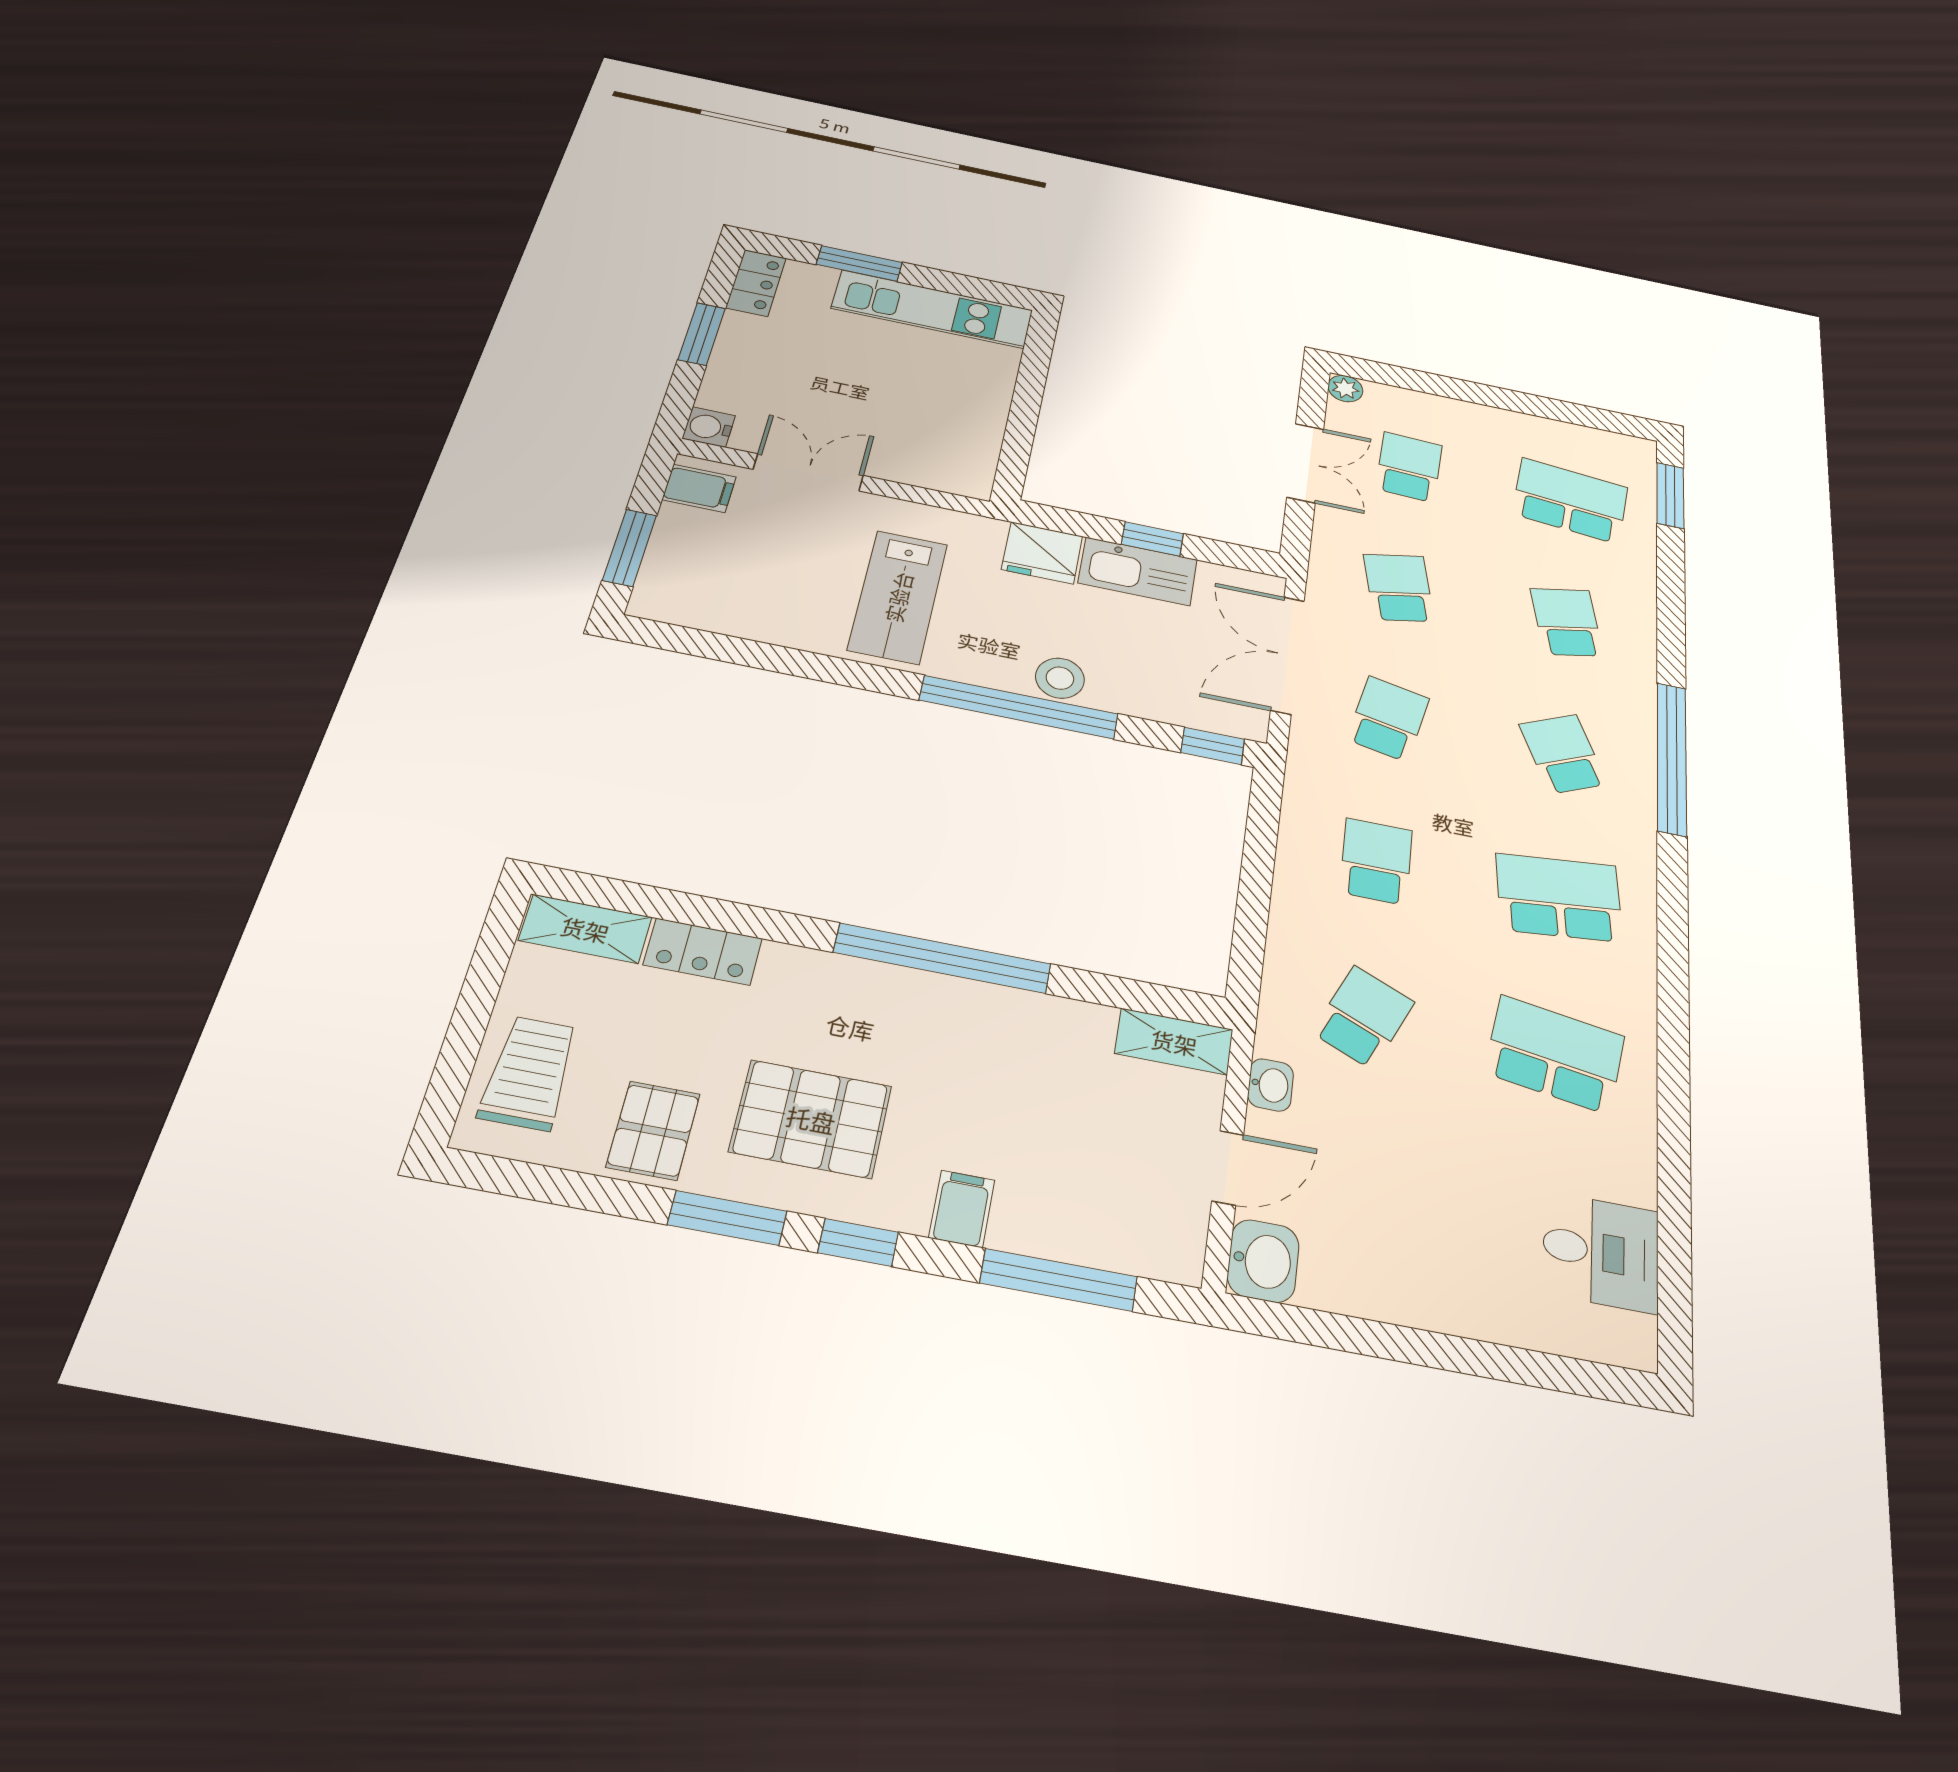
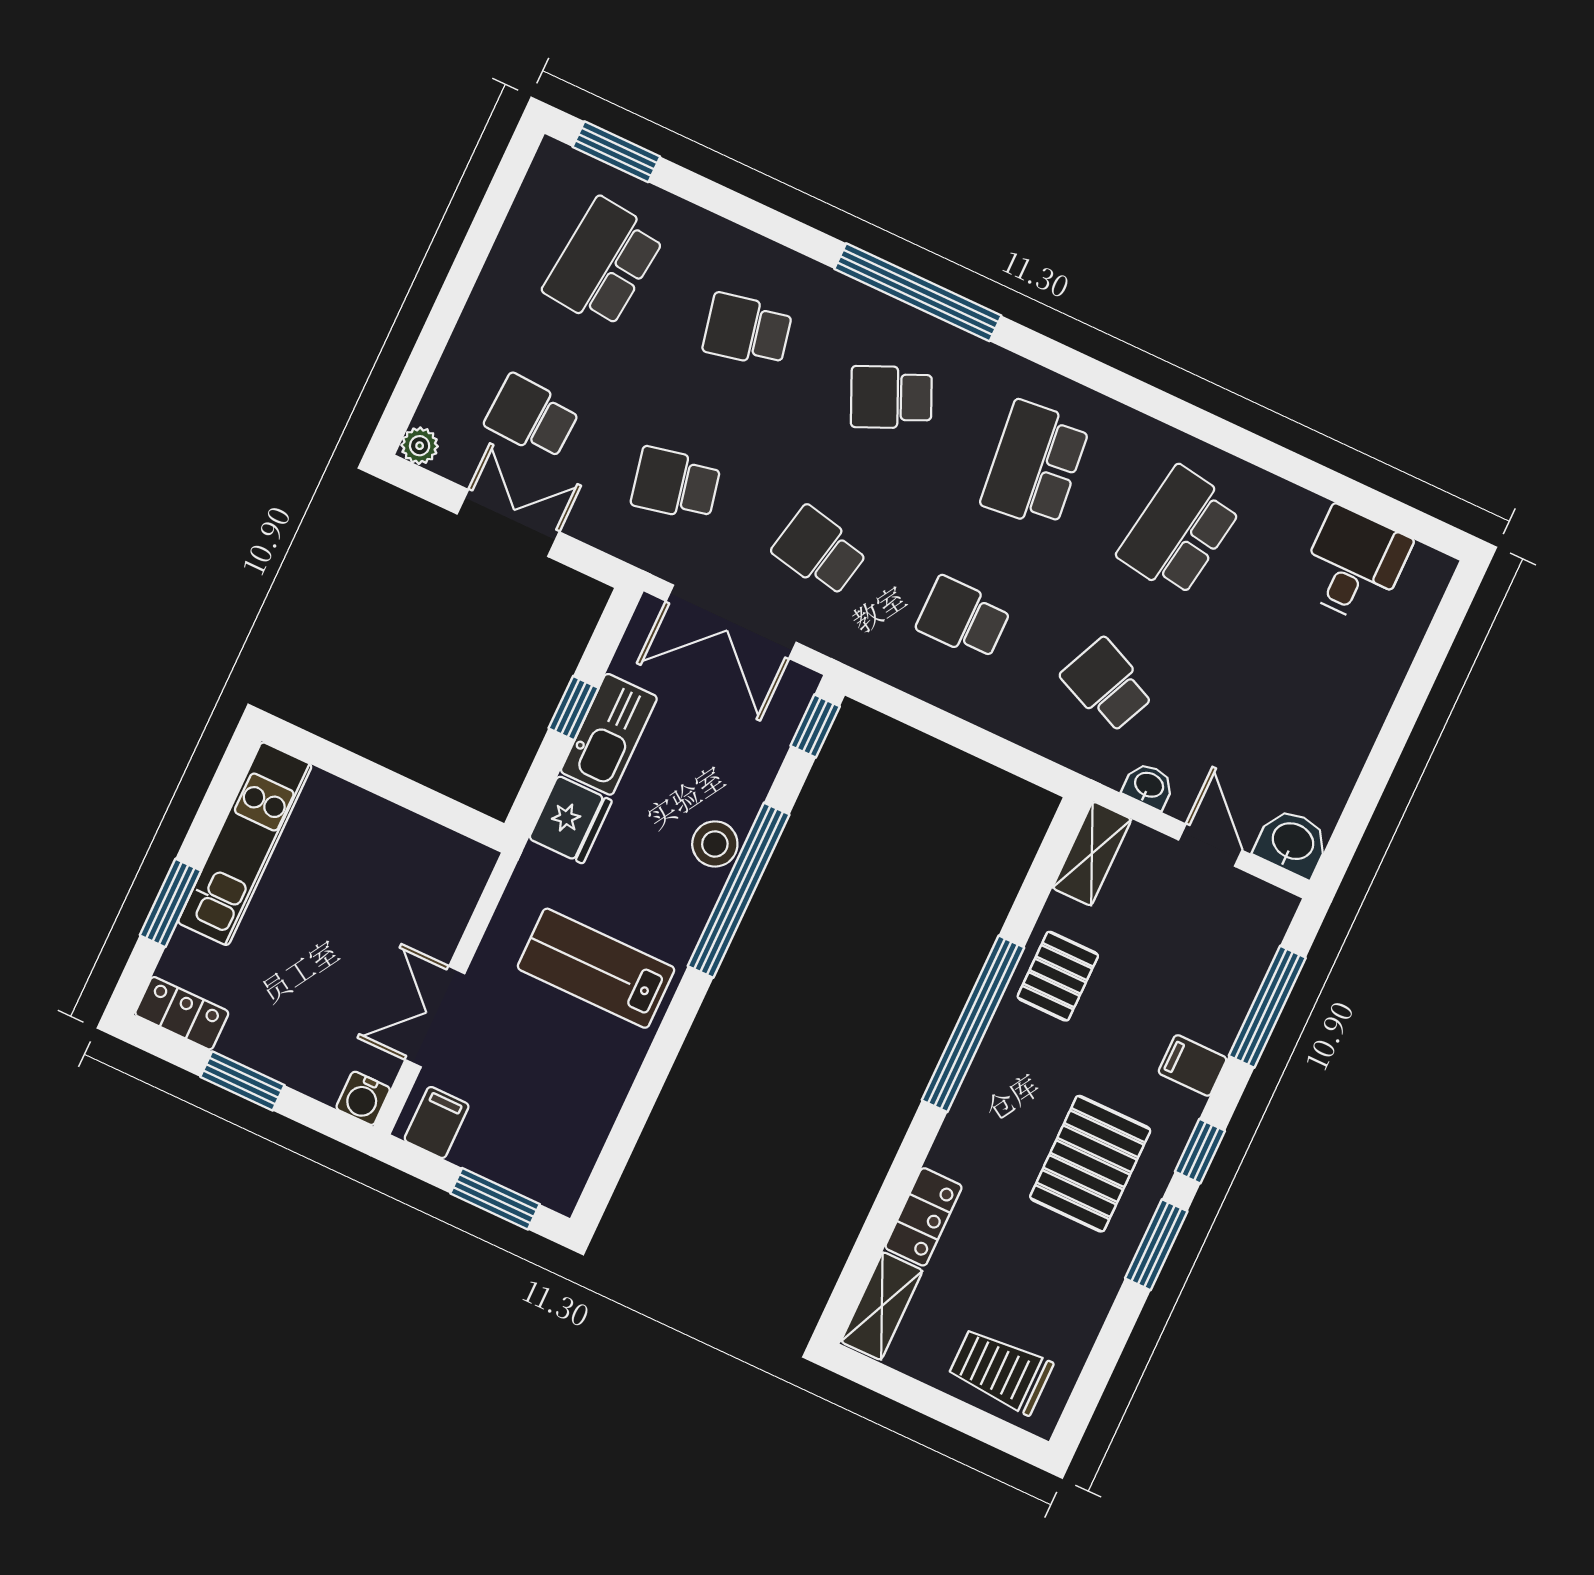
lab bench: (898, 597) -> (596, 968), turned 180
pallet: (653, 1130) -> (1058, 976), moved, turned 90

